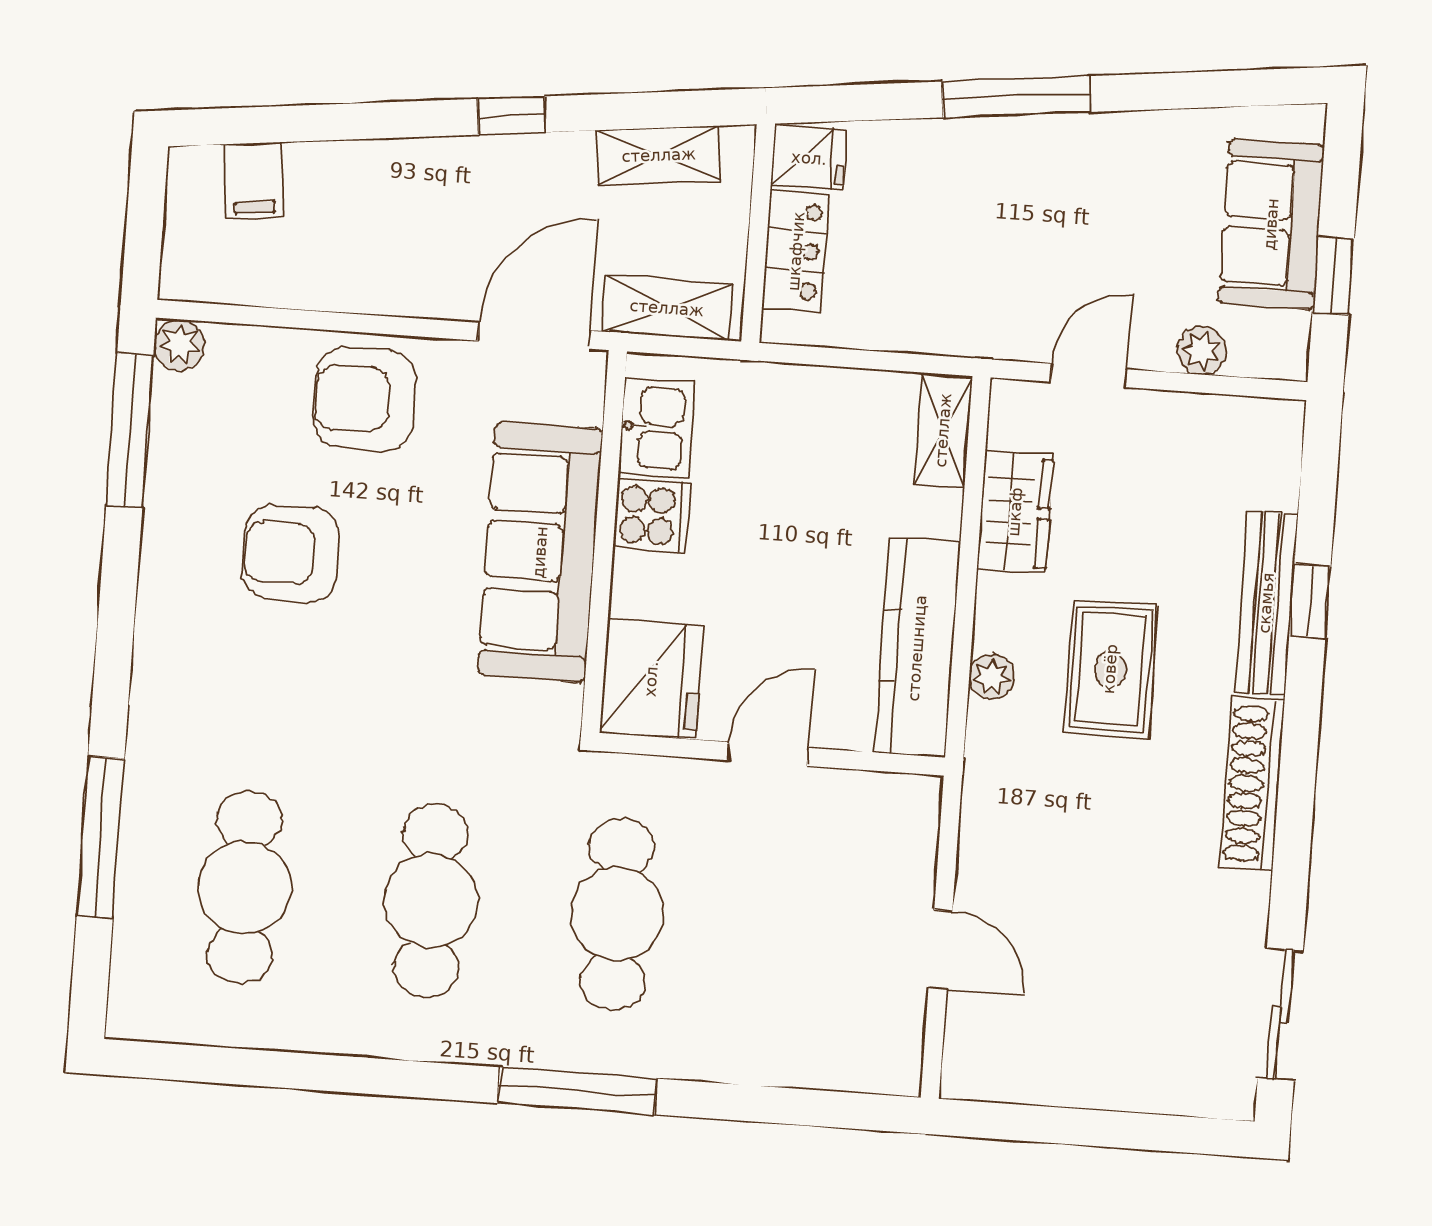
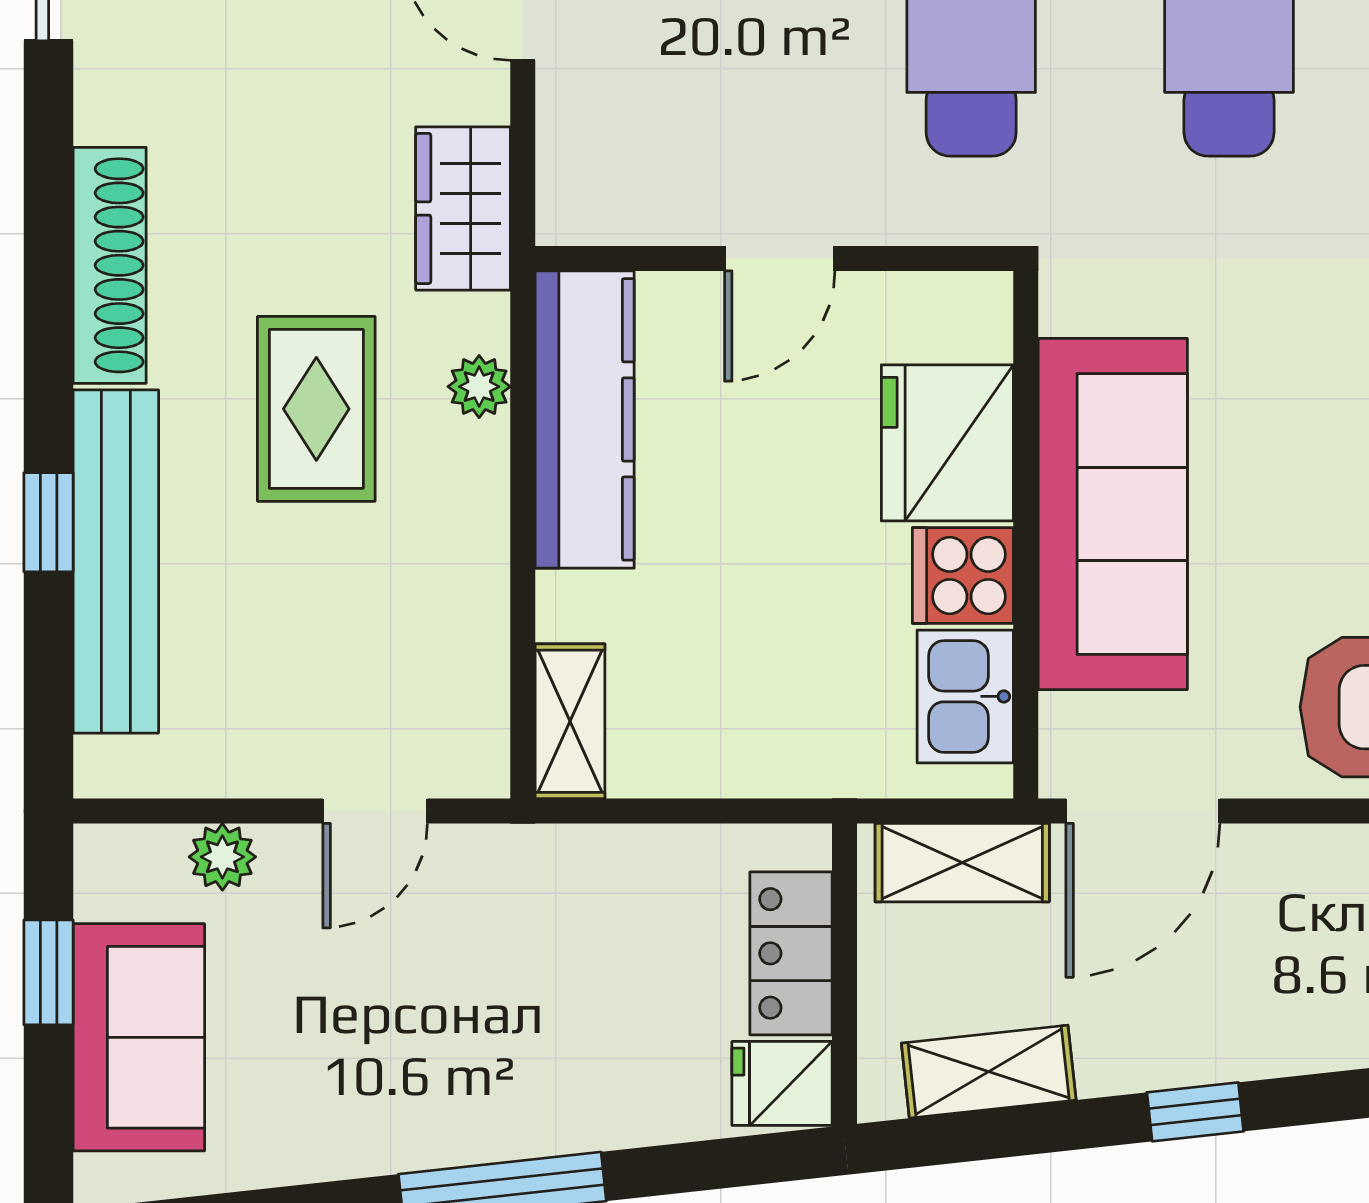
wardrobe: (1015, 512) -> (463, 208), moved
bench: (1266, 603) -> (116, 561), width x1.37, depth x1.21
fridge: (651, 679) -> (947, 443), moved

